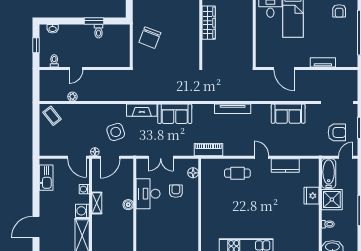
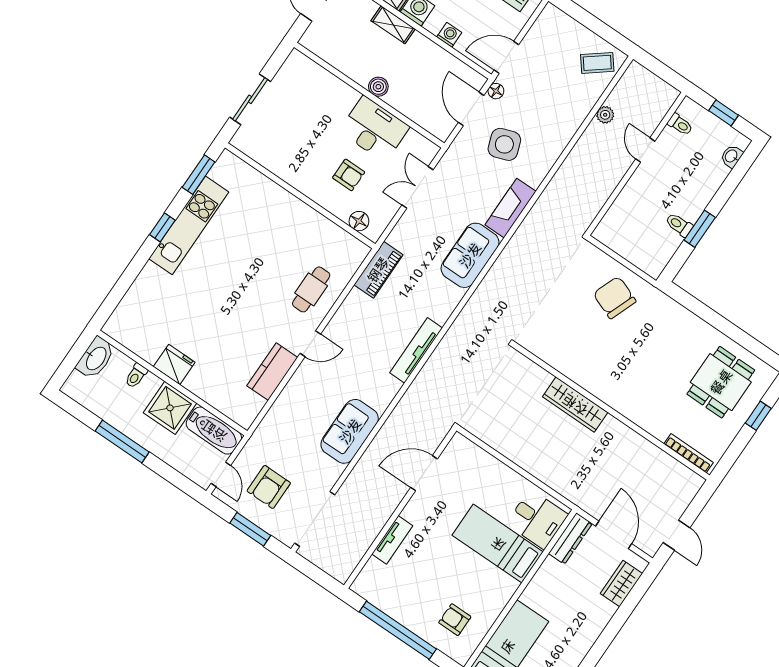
fridge: (312, 196) -> (174, 365), moved
shelving: (97, 203) -> (393, 25), moved

